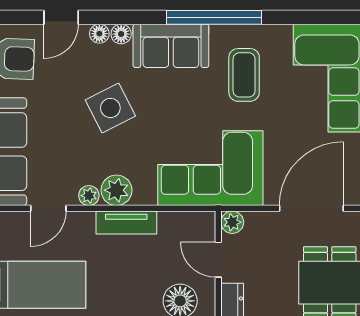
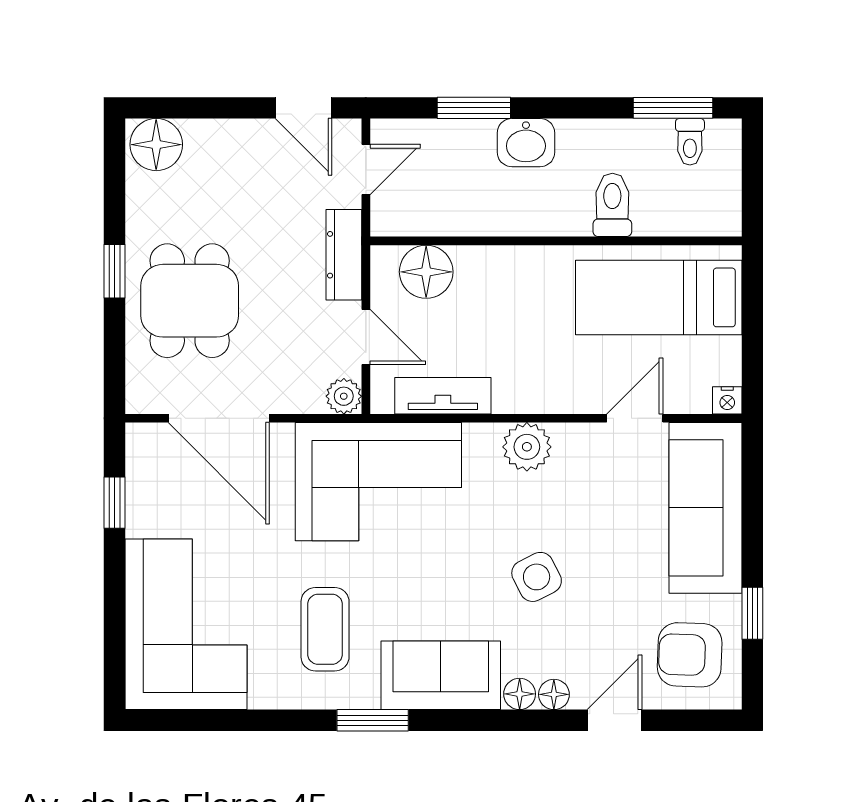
window: (214, 17) -> (373, 720), width x0.47
side table: (110, 108) -> (537, 577), width x0.73, depth x0.73
plant: (89, 196) -> (571, 438), removed
door: (311, 208) -> (219, 418), hinge flipped
tv unit: (126, 223) -> (443, 396), moved

